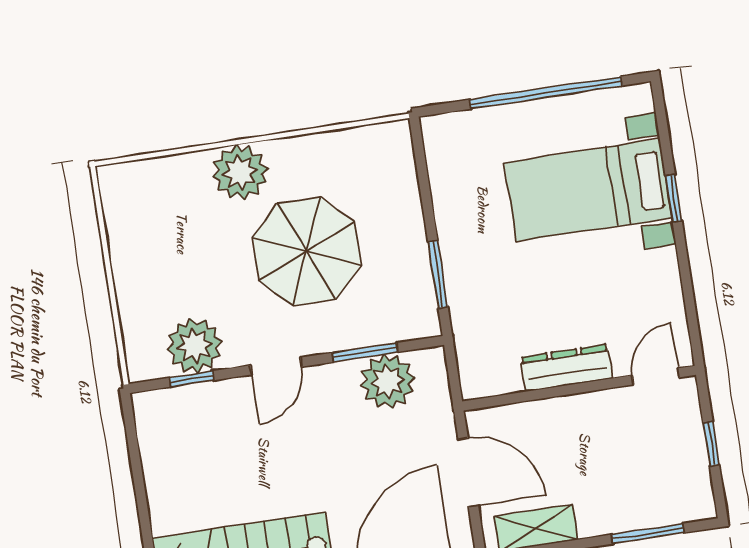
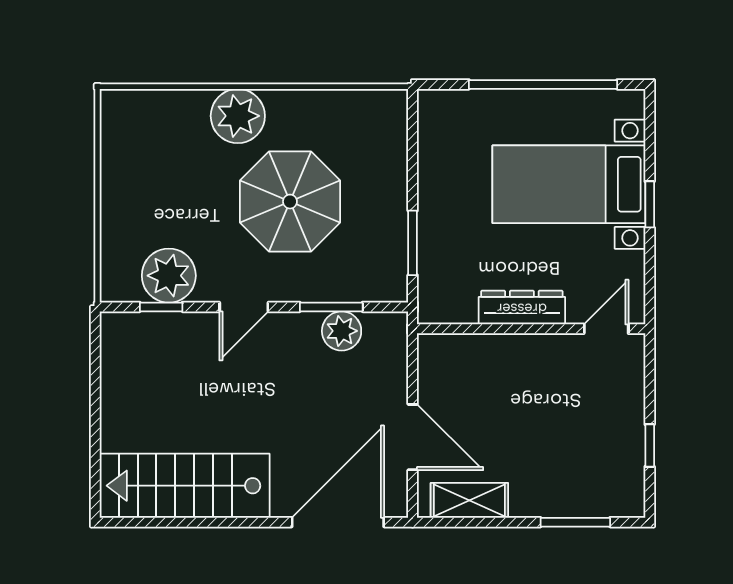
dresser: (566, 368) -> (522, 308), moved
door: (656, 376) -> (606, 329), moved
plant: (388, 381) -> (342, 331), width x0.73, depth x0.73
wall: (579, 388) -> (531, 329), moved

